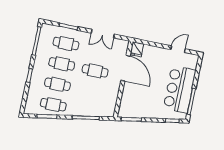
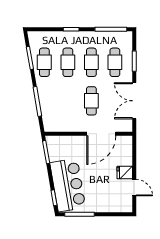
double door: (103, 34) -> (134, 101), width x1.37
fridge: (137, 49) -> (125, 173), moved
bar counter: (180, 89) -> (68, 185), moved, turned 80

